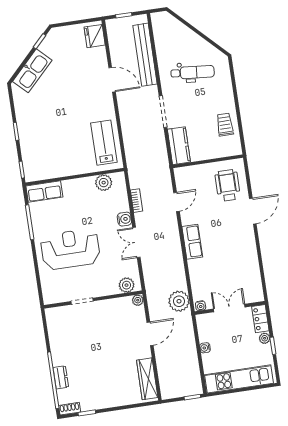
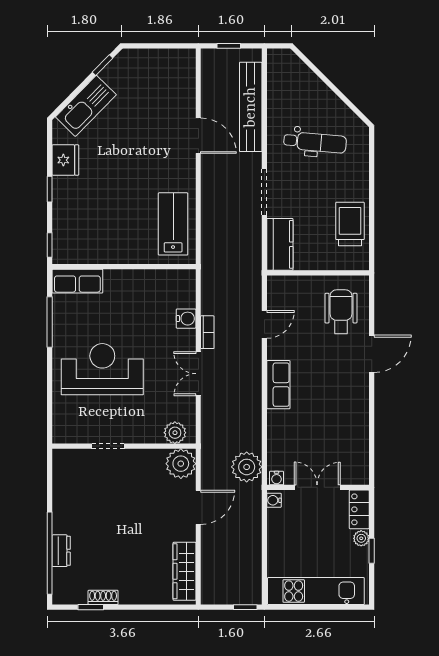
fridge: (95, 36) -> (65, 160), moved, turned 180
trolley: (225, 125) -> (350, 224), width x1.36, depth x1.39
plant: (104, 183) -> (164, 281), removed
bookcase: (137, 201) -> (207, 332), moved
water cooler: (124, 219) -> (186, 319), moved
plant: (138, 300) -> (181, 464), width x1.87, depth x1.87
water cooler: (205, 348) -> (274, 500), moved
shoe rack: (70, 409) -> (103, 597), moved

